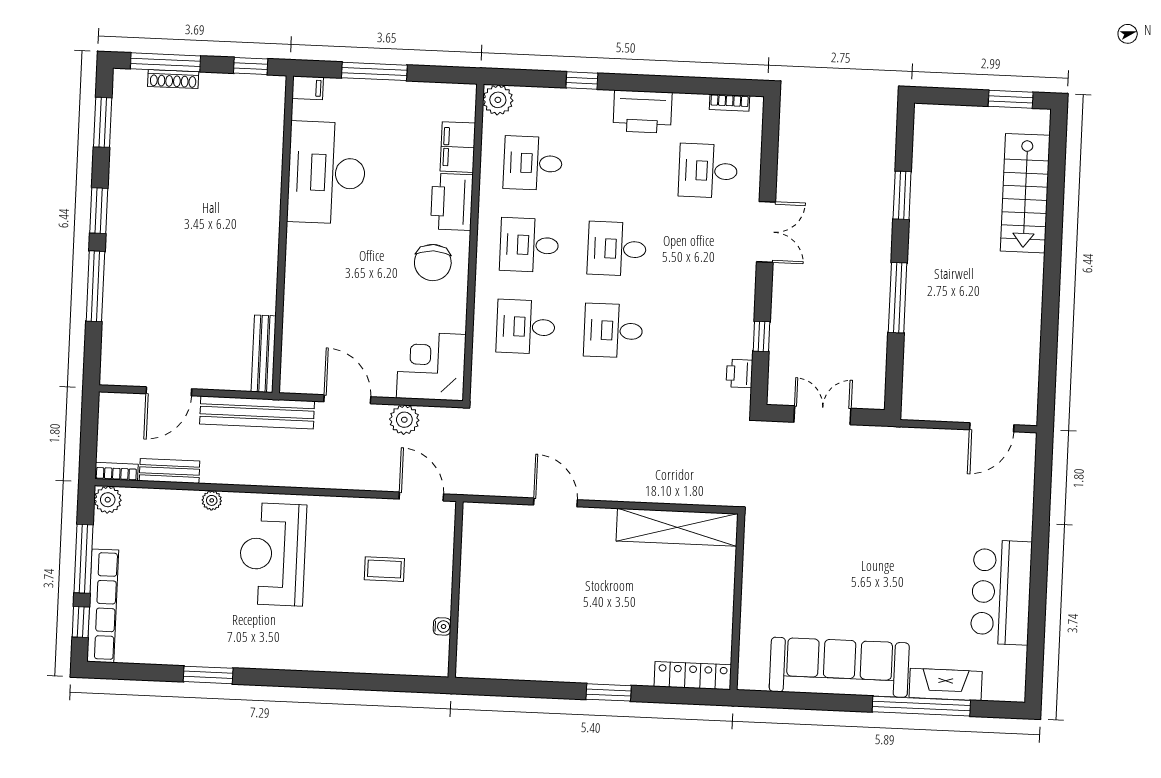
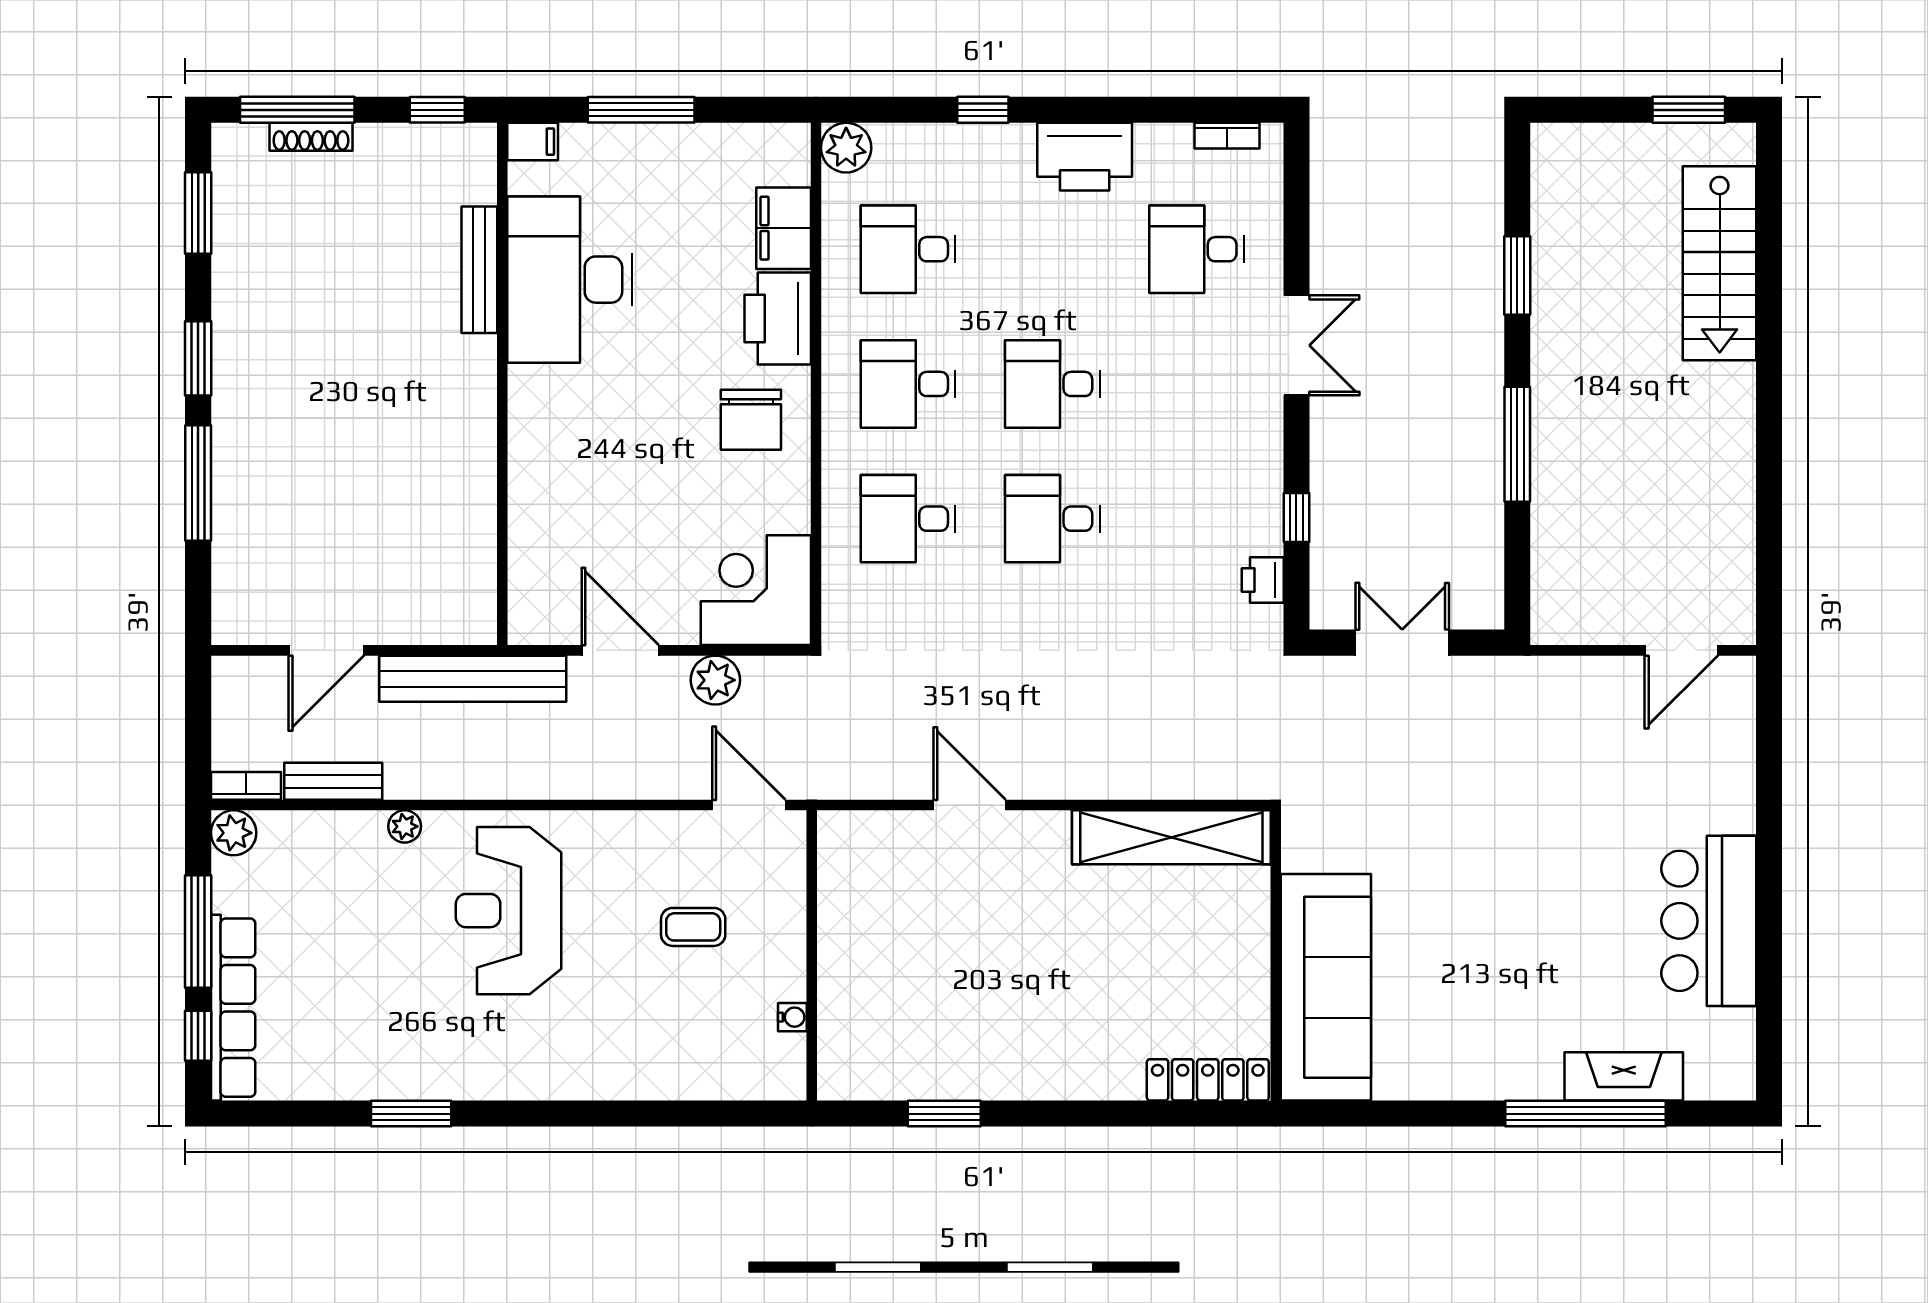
bench: (264, 354) -> (479, 270), moved
sofa: (839, 667) -> (1326, 987), moved, turned 90
window: (609, 692) -> (944, 1114), moved

